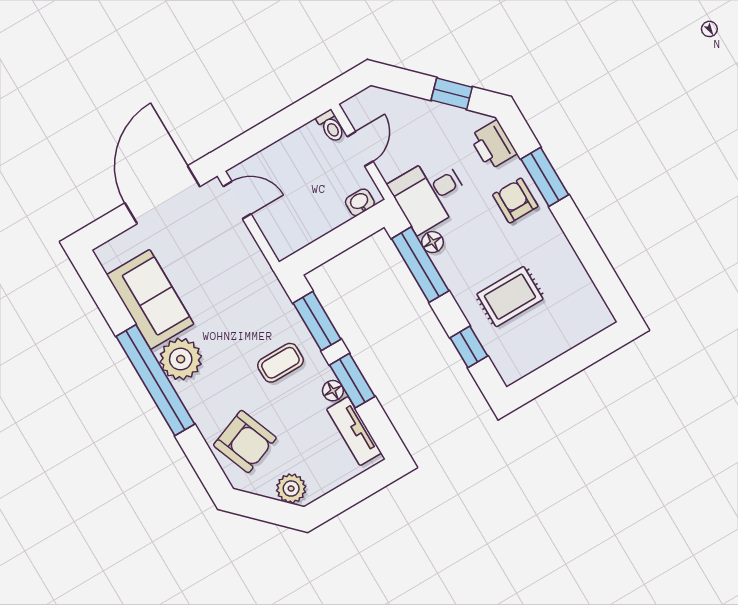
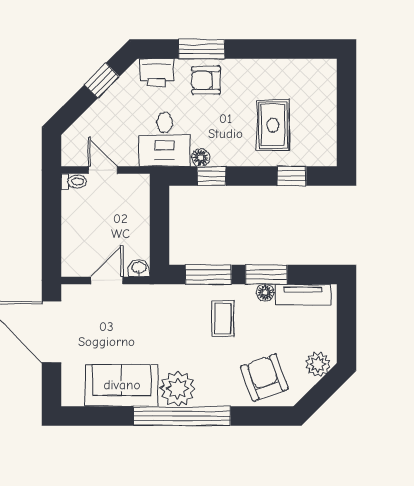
door: (237, 200) -> (107, 280), moved
washbasin: (360, 202) -> (139, 268), moved, turned 90
window: (420, 265) -> (212, 176), width x0.46
armchair: (245, 442) -> (264, 378), turned -89

